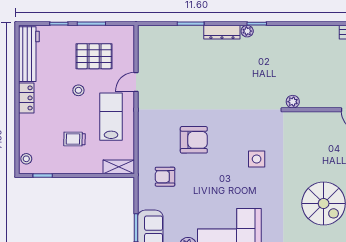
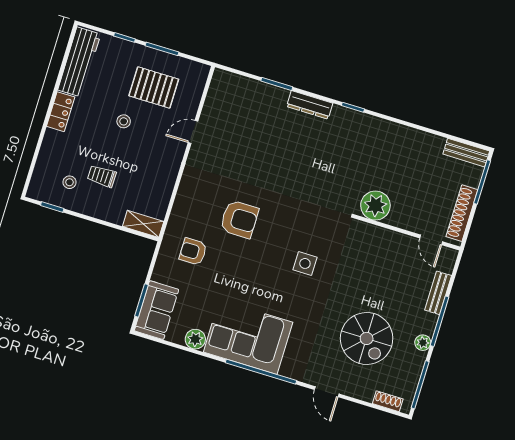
plant: (247, 31) -> (339, 113), removed
plant: (293, 102) -> (375, 206), width x1.87, depth x1.87
lab bench: (111, 117) -> (152, 163), removed
stool: (26, 159) -> (69, 182), moved

